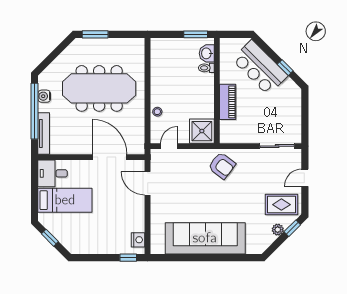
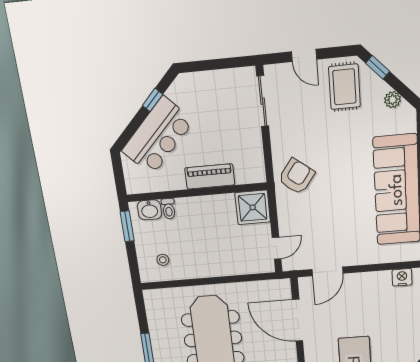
stool: (157, 112) -> (163, 260), moved
door: (169, 146) -> (277, 248), swing flipped
door: (110, 157) -> (298, 320), hinge flipped
plant: (278, 230) -> (393, 100), moved

